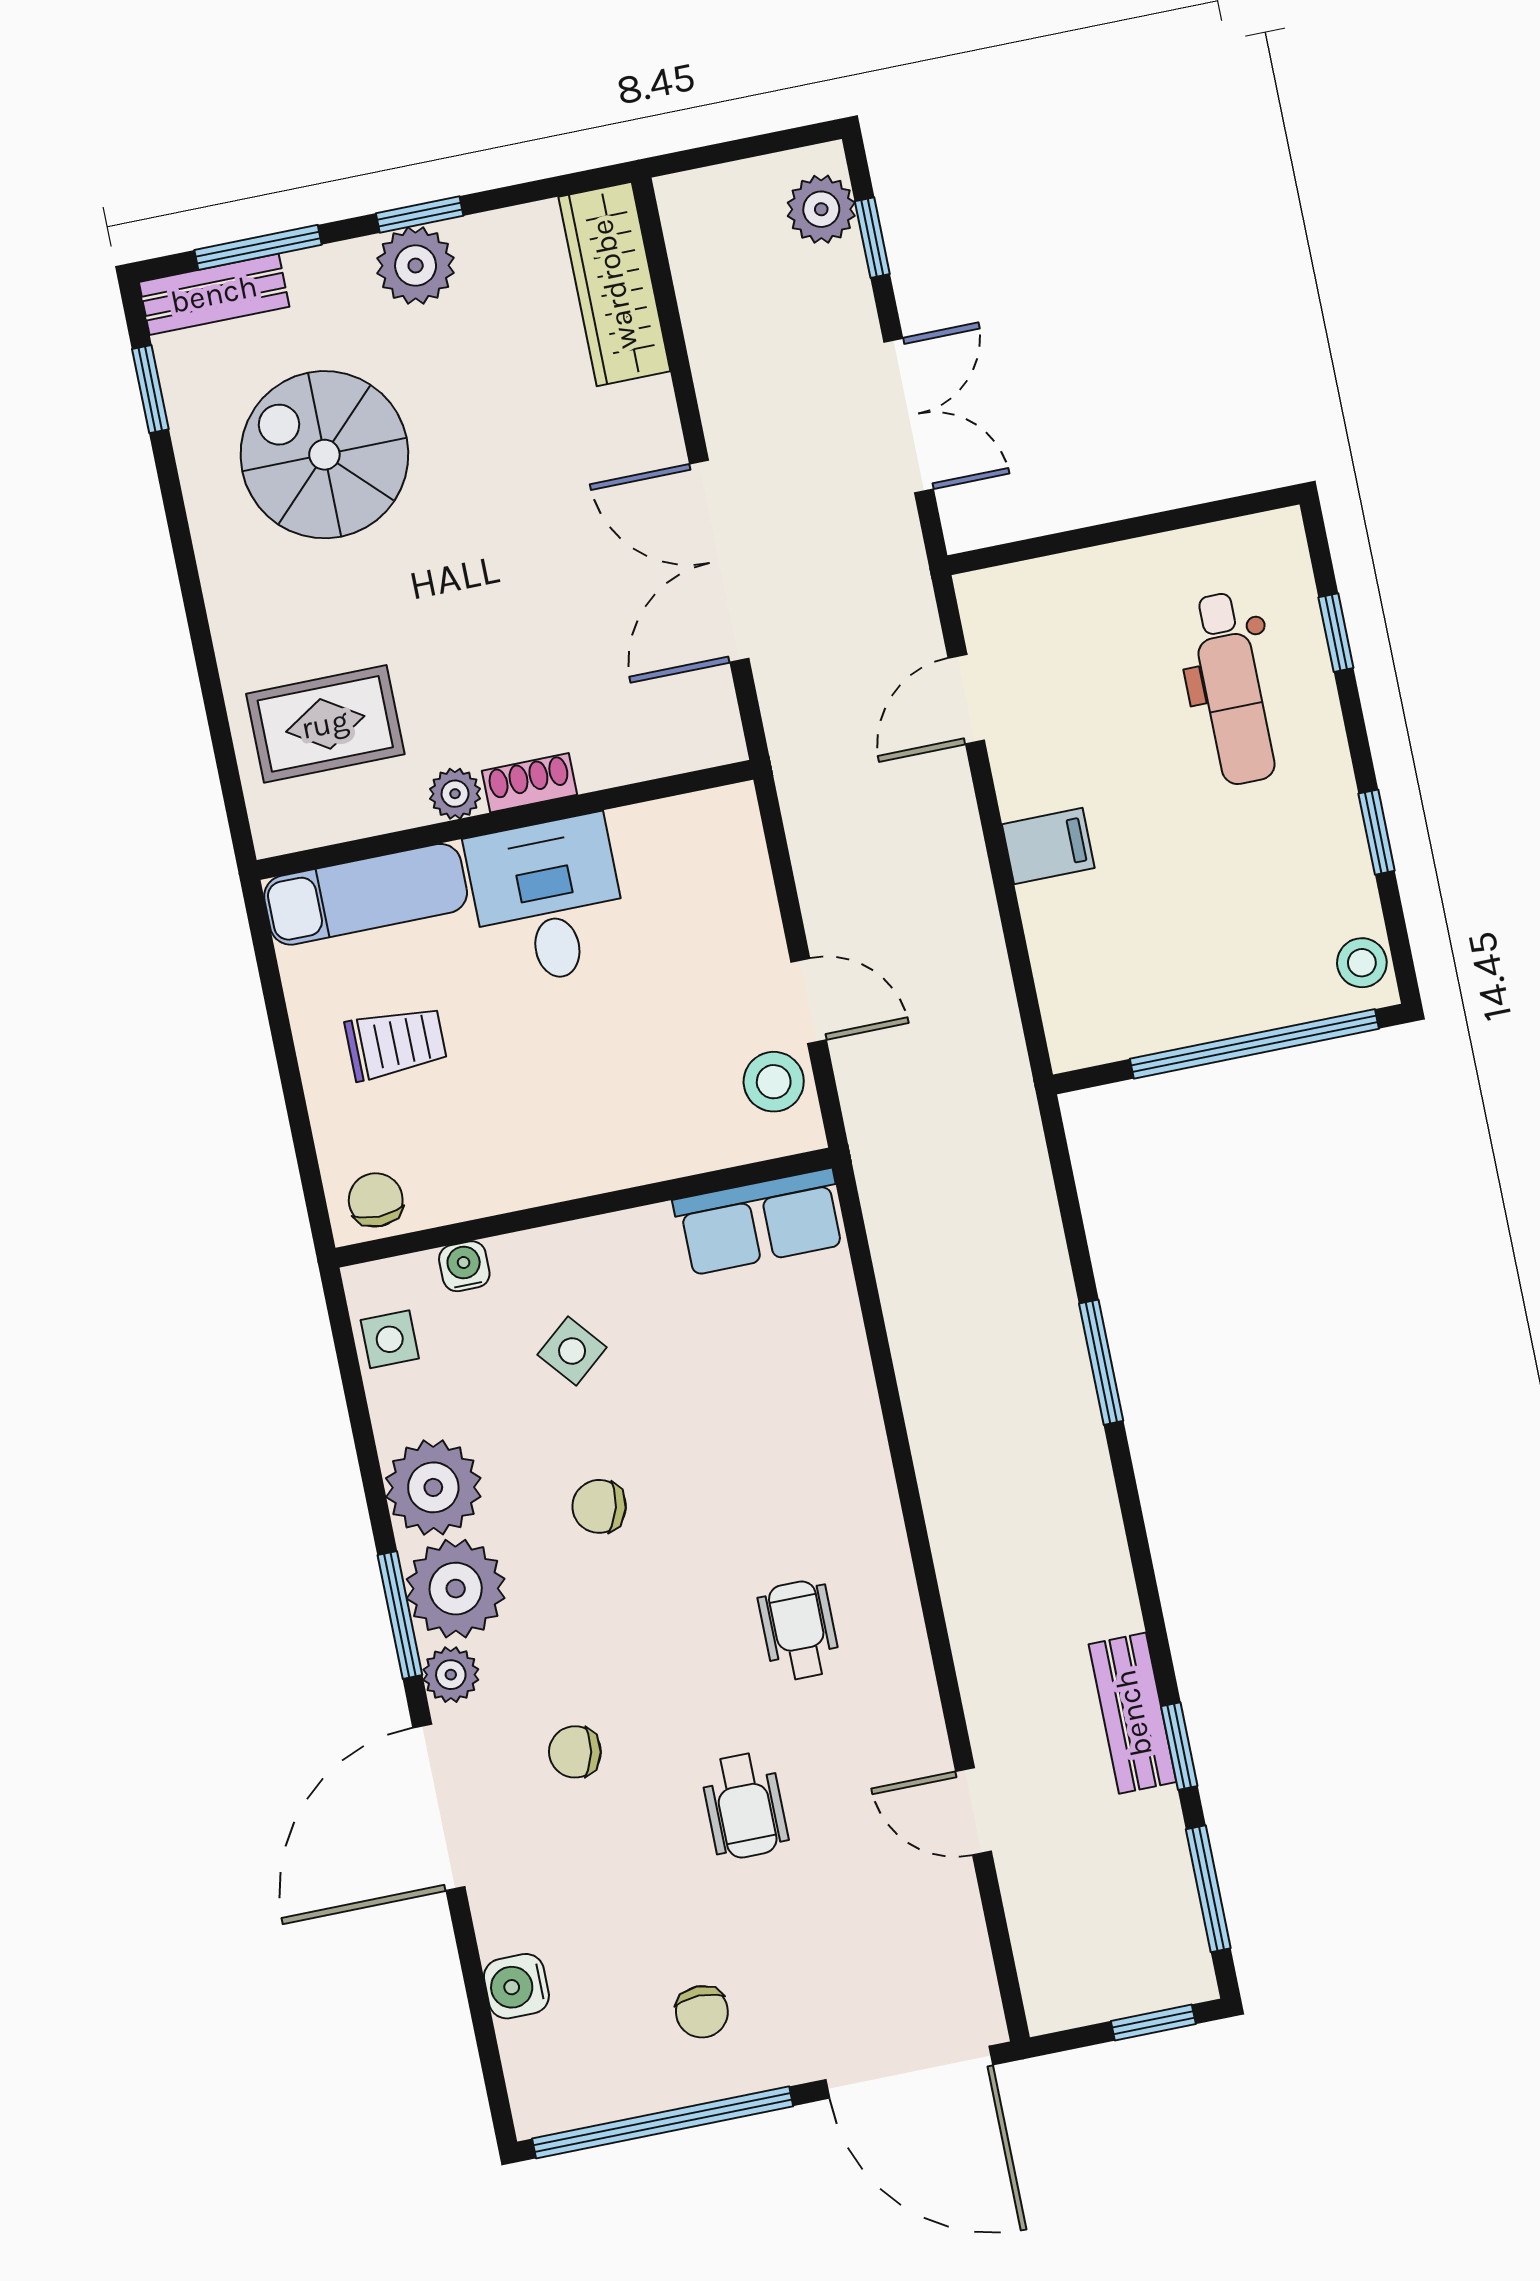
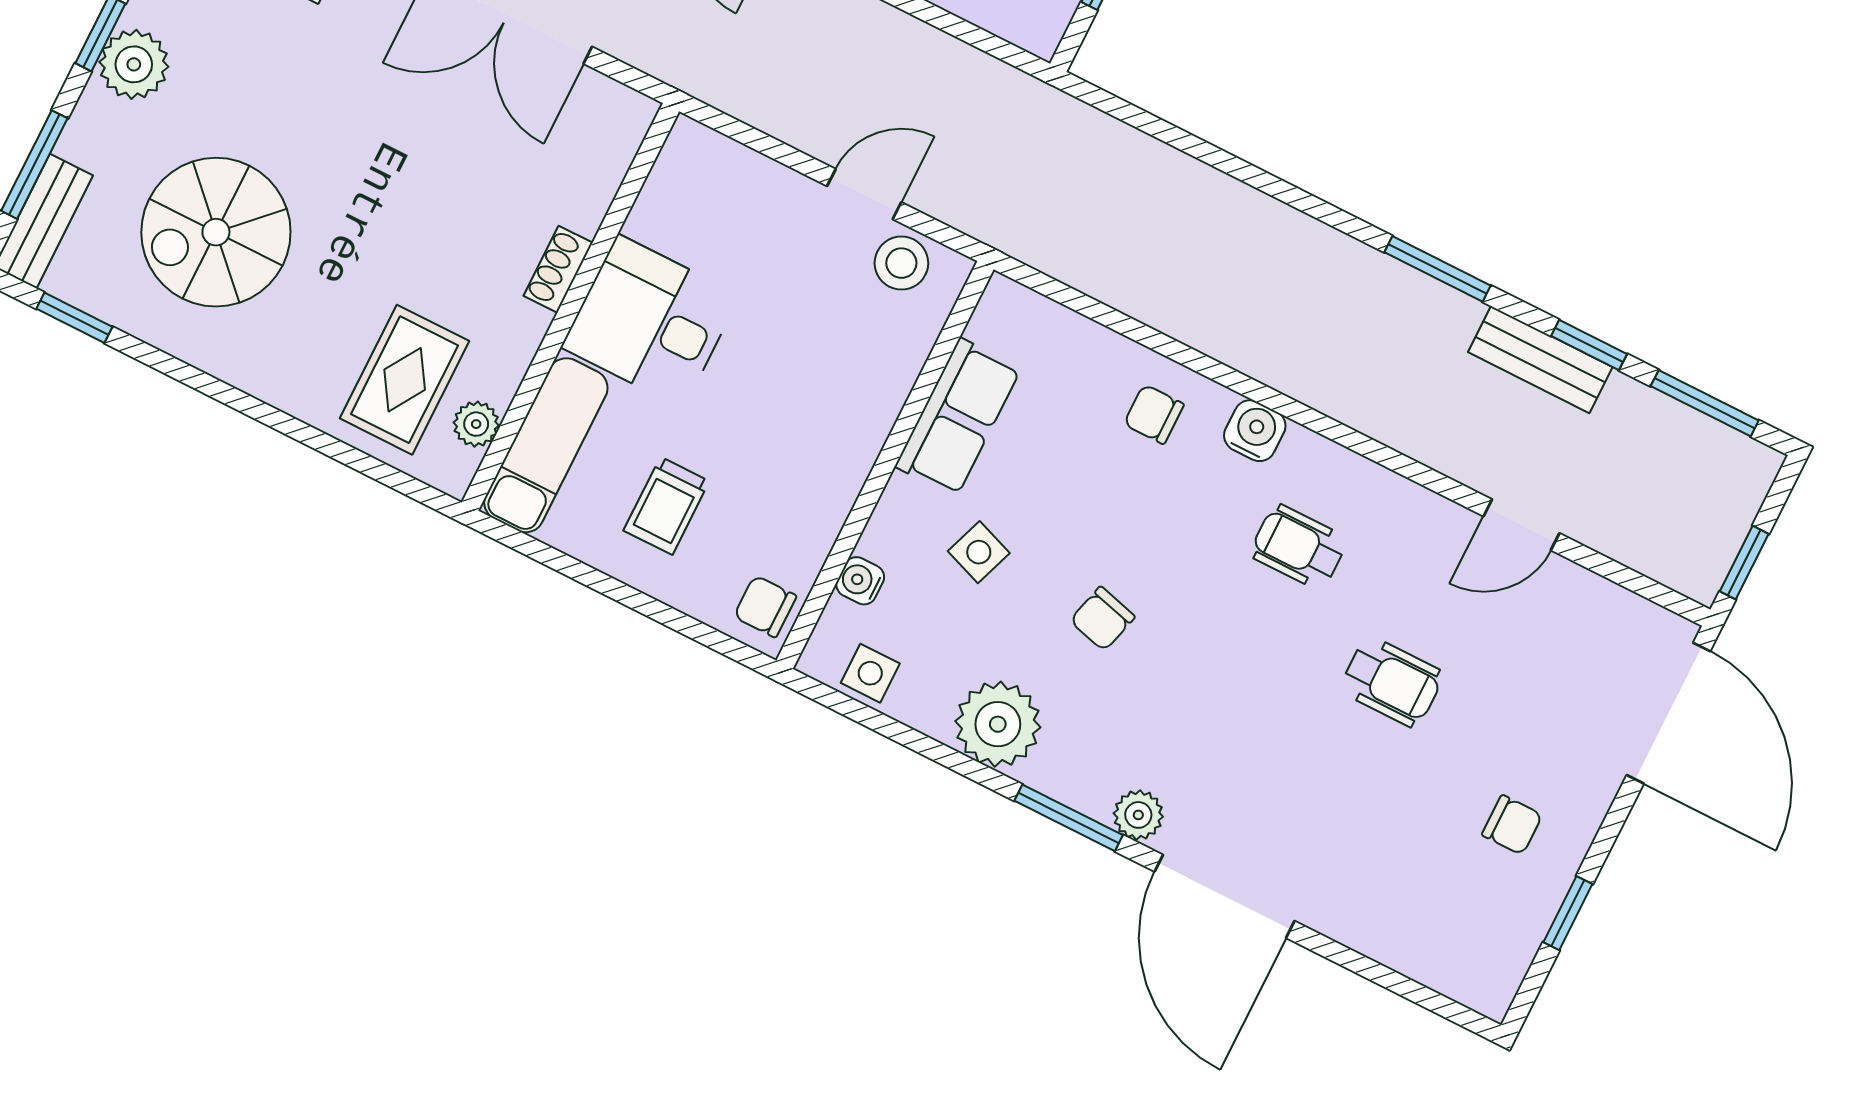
plant: (455, 794) -> (476, 424), moved
trolley: (396, 1043) -> (666, 506), turned 180
row of seats: (760, 1222) -> (958, 417), moved
side table: (572, 1351) -> (979, 552), turned -30
window: (1101, 1362) -> (1438, 269), moved
plant: (456, 1589) -> (1081, 764), removed
chair: (575, 1752) -> (1154, 414), moved, turned 78
water cooler: (516, 1986) -> (1255, 431), moved, turned 180
window: (1153, 2023) -> (1744, 563), moved
door: (909, 2072) -> (1668, 713), hinge flipped
window: (663, 2122) -> (1568, 913), width x0.32

